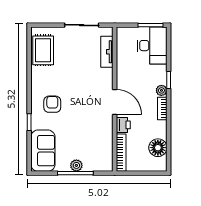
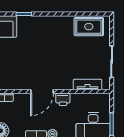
armchair: (52, 104) -> (40, 35), removed
printer: (123, 125) -> (63, 99), moved

